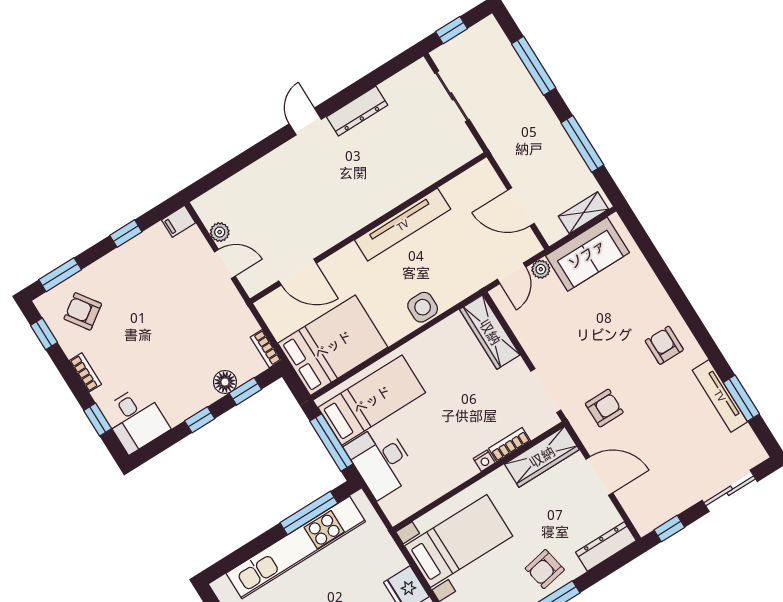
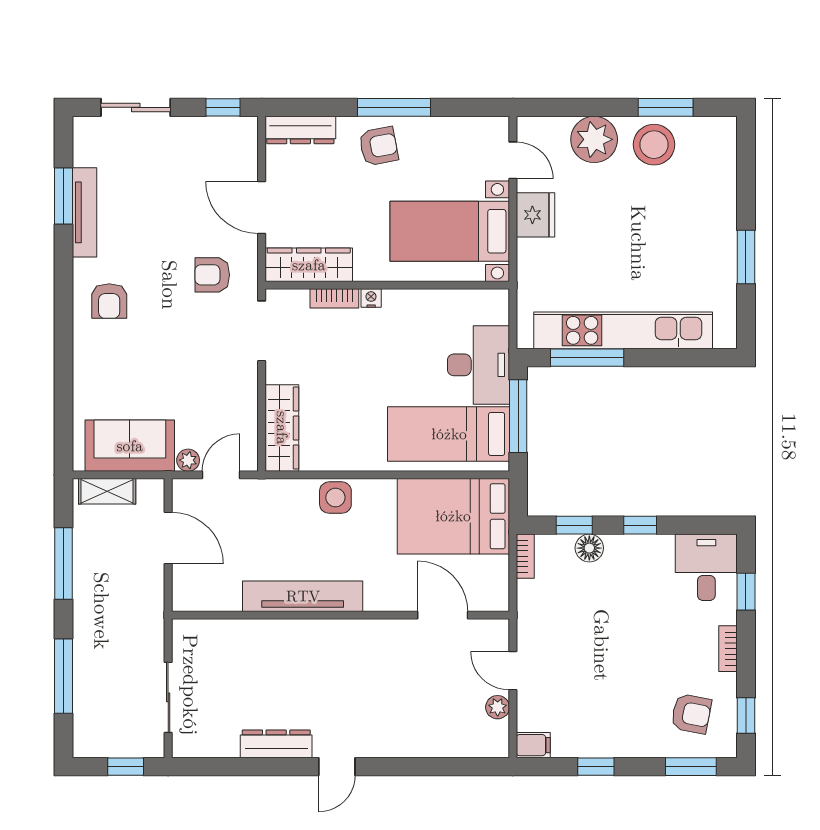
armchair: (83, 311) -> (691, 714), turned -44

